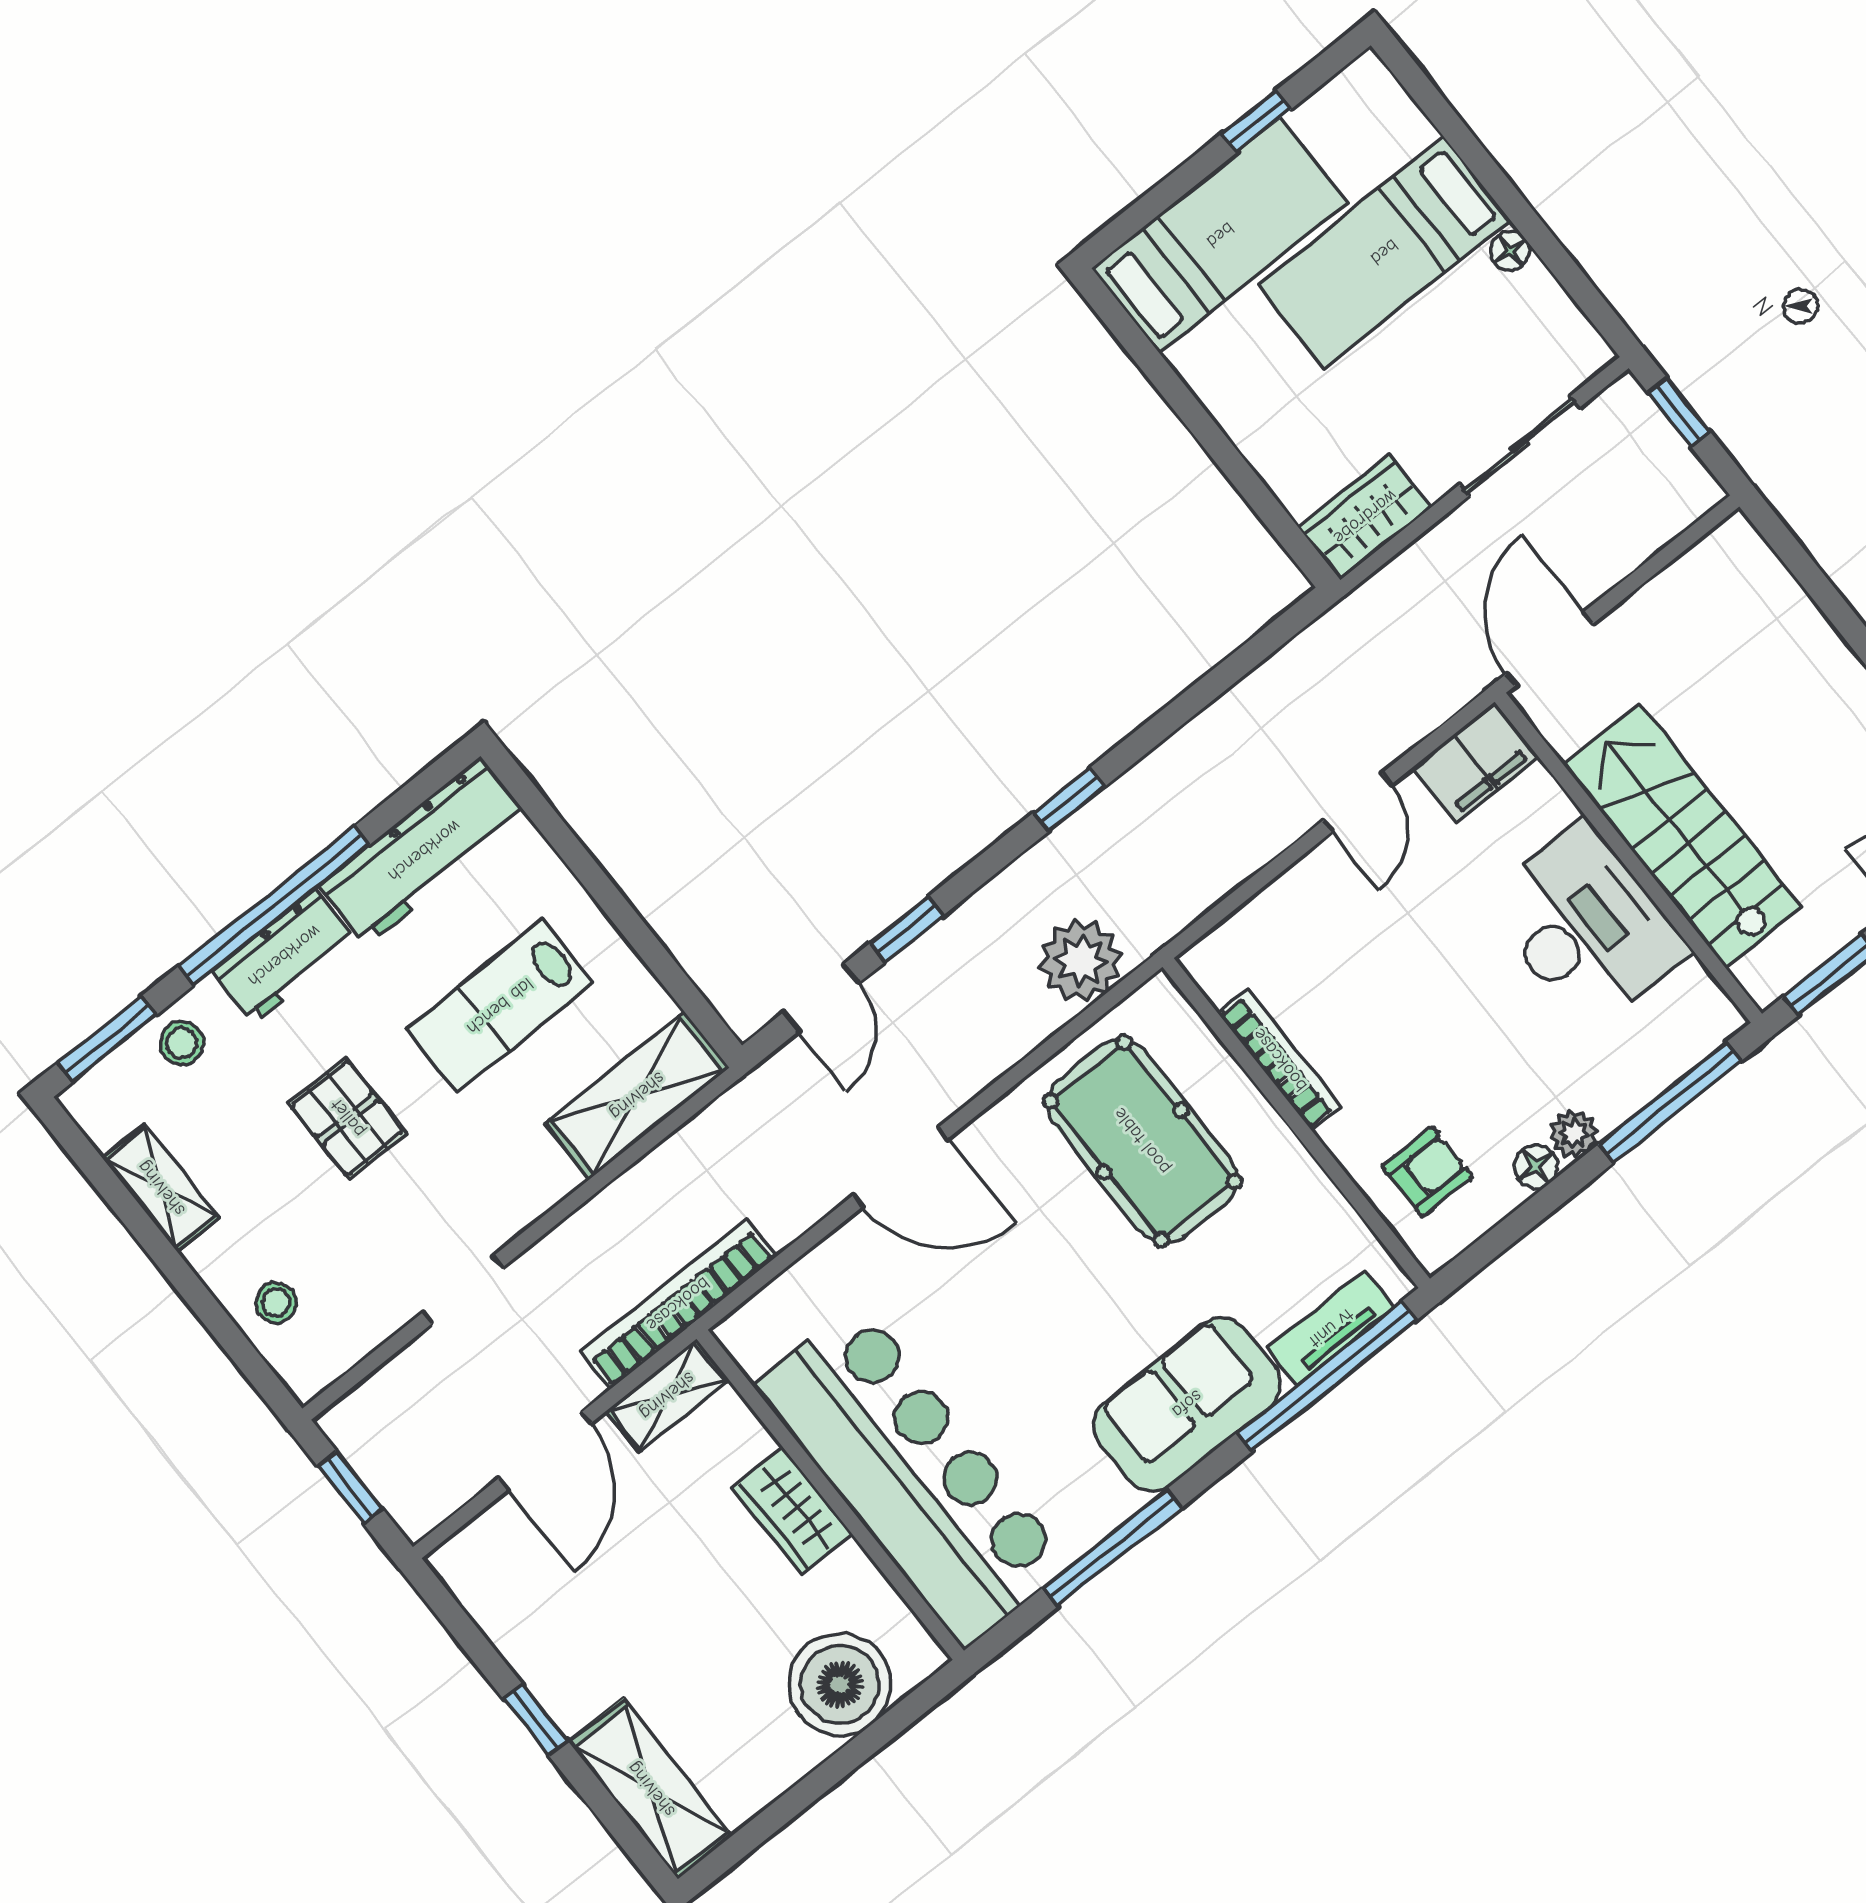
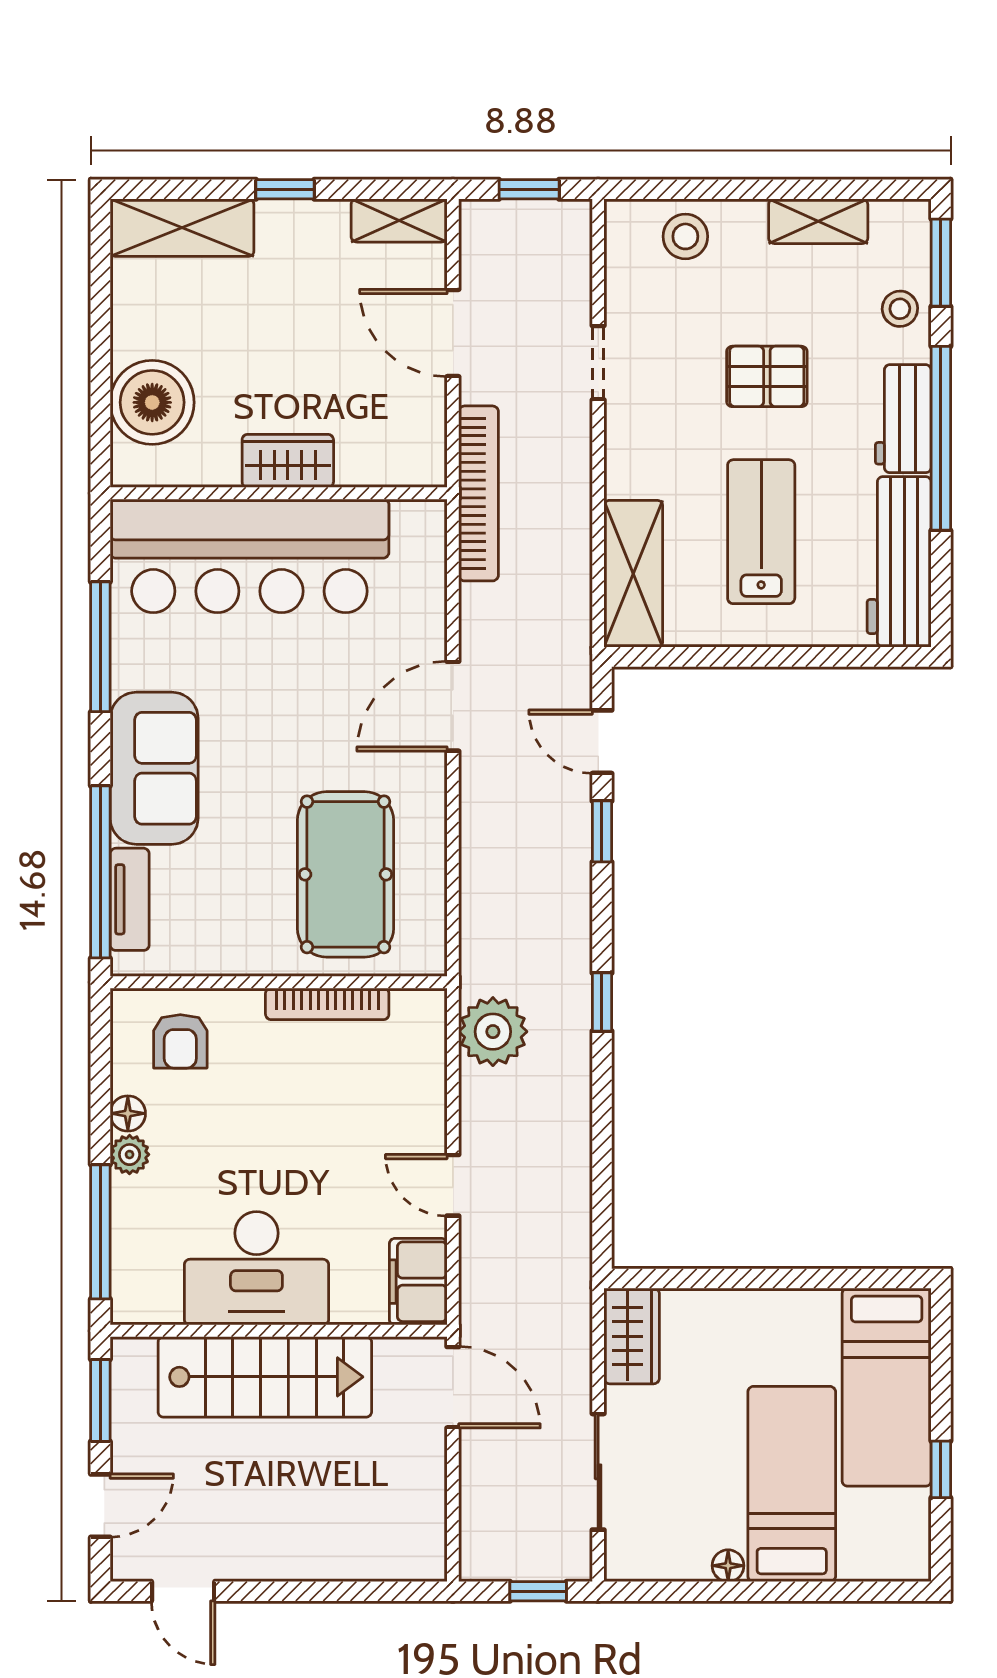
plant: (1081, 961) -> (493, 1032), moved
pool table: (1142, 1141) -> (345, 874), turned 90
stool: (276, 1303) -> (685, 236), width x1.37, depth x1.37
shelving: (667, 1396) -> (399, 220), moved, turned 90

